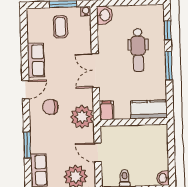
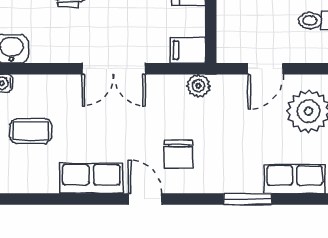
plant: (82, 117) -> (198, 86), width x0.53, depth x0.53

